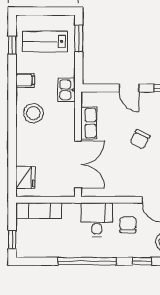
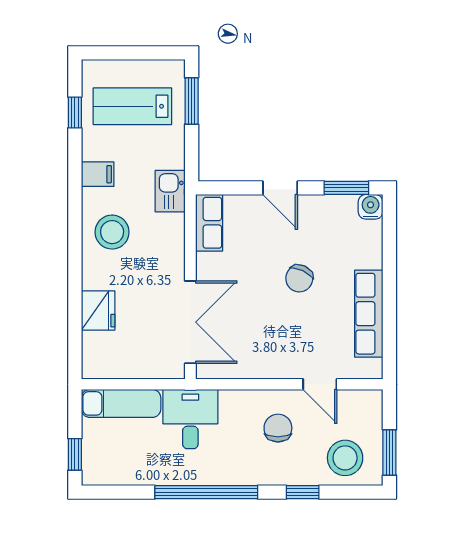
row of seats: (89, 123) -> (209, 223), moved
fridge: (25, 178) -> (98, 310), moved
desk: (97, 220) -> (190, 419), moved

